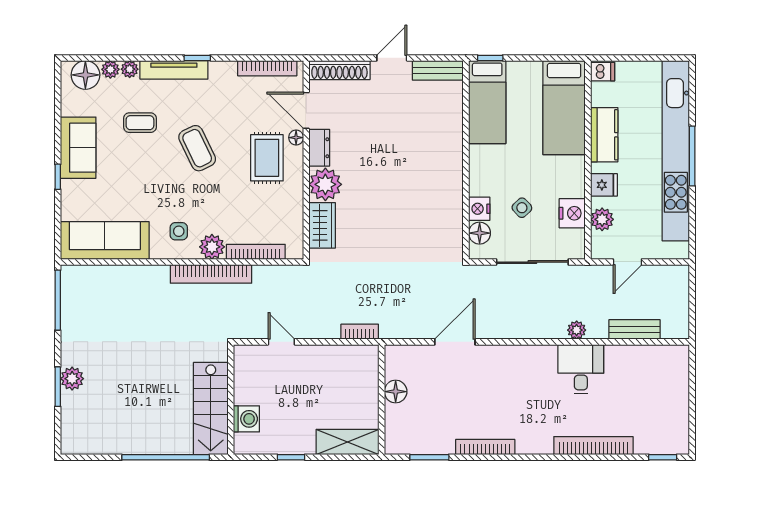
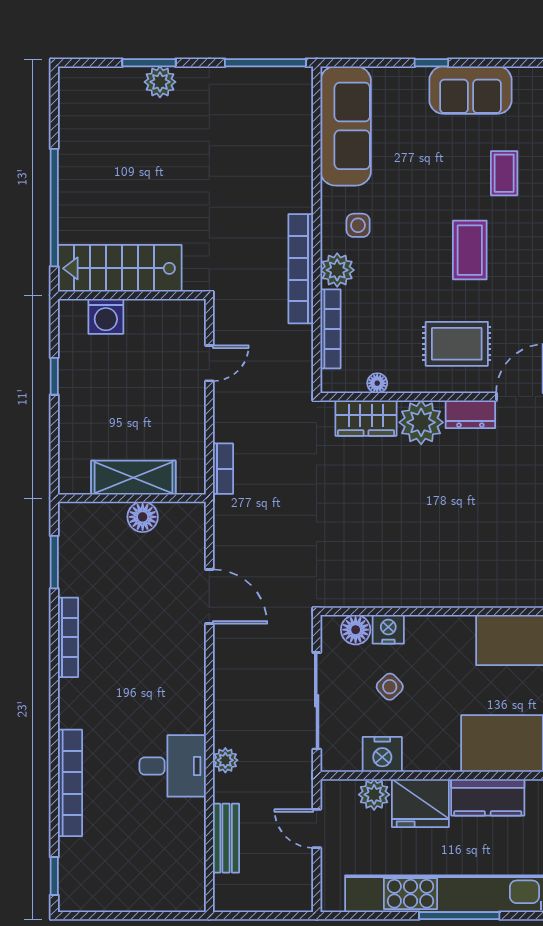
floor lamp: (296, 138) -> (377, 383), moved
coffee table: (197, 148) -> (470, 250), turned -64
fridge: (604, 185) -> (420, 803), width x1.88, depth x1.34
shelving: (348, 442) -> (133, 478), moved, turned 90

